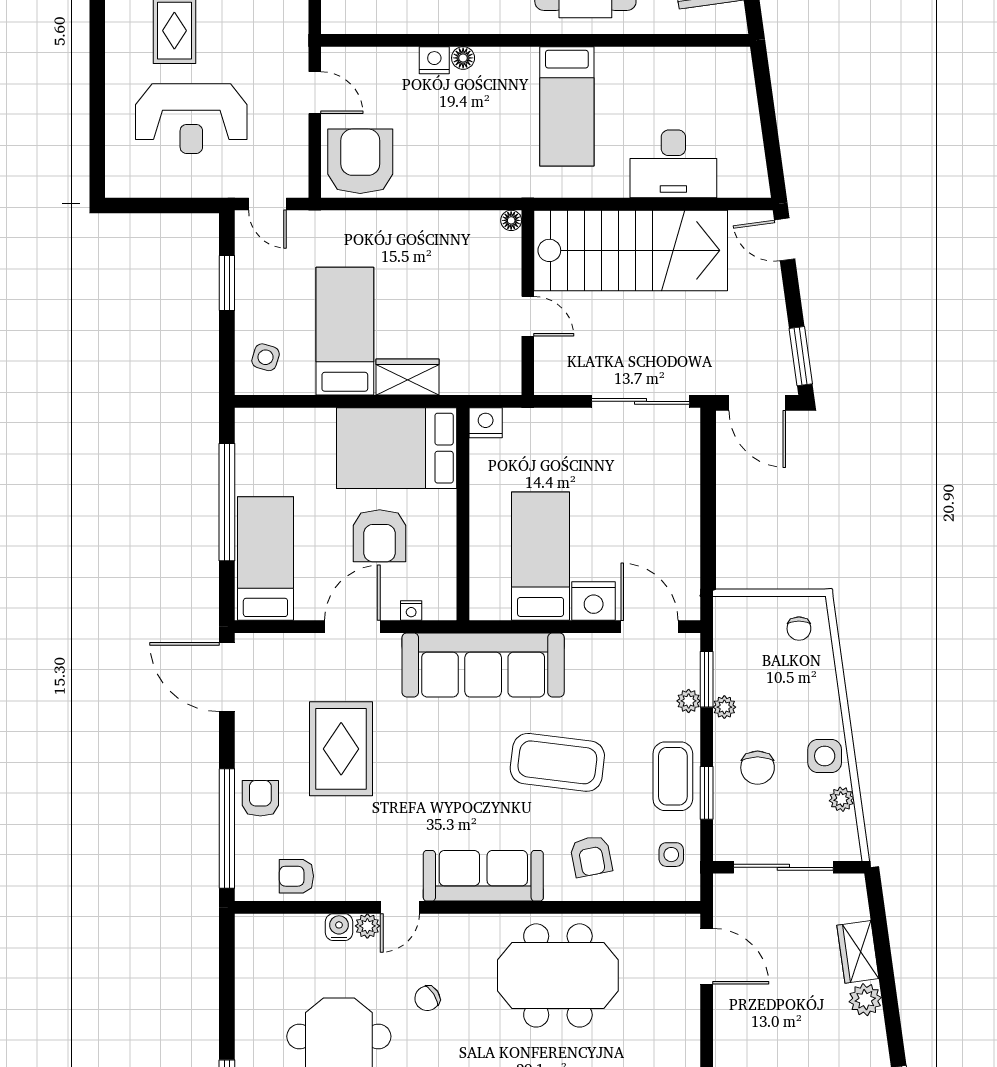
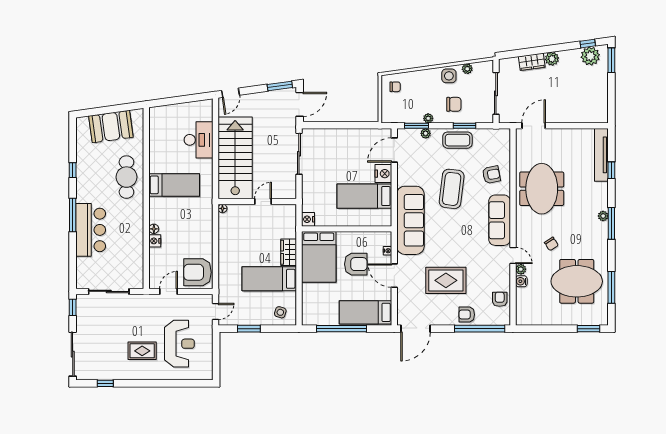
side table: (671, 855) -> (491, 141), removed
armchair: (296, 876) -> (500, 299), turned 180

